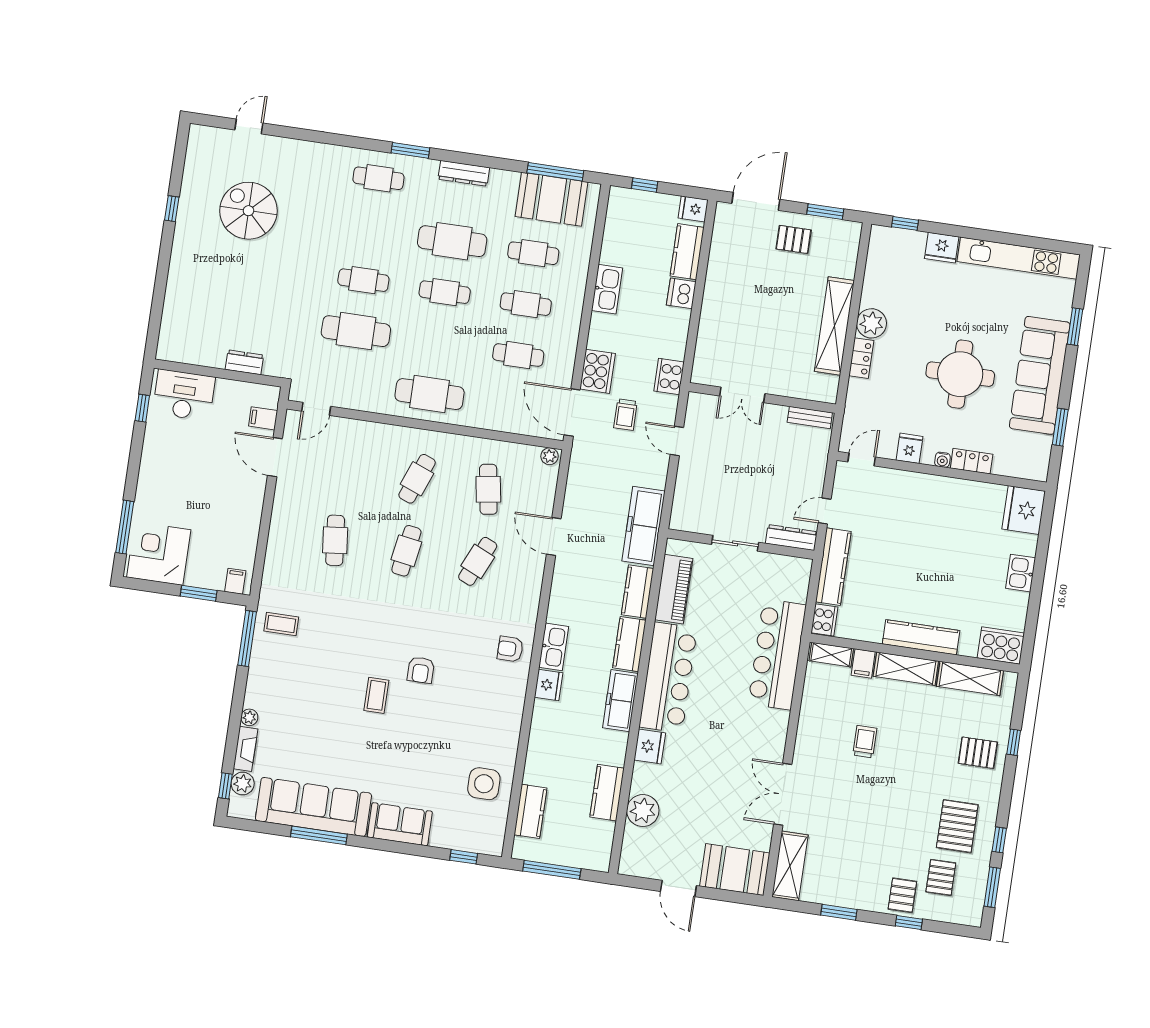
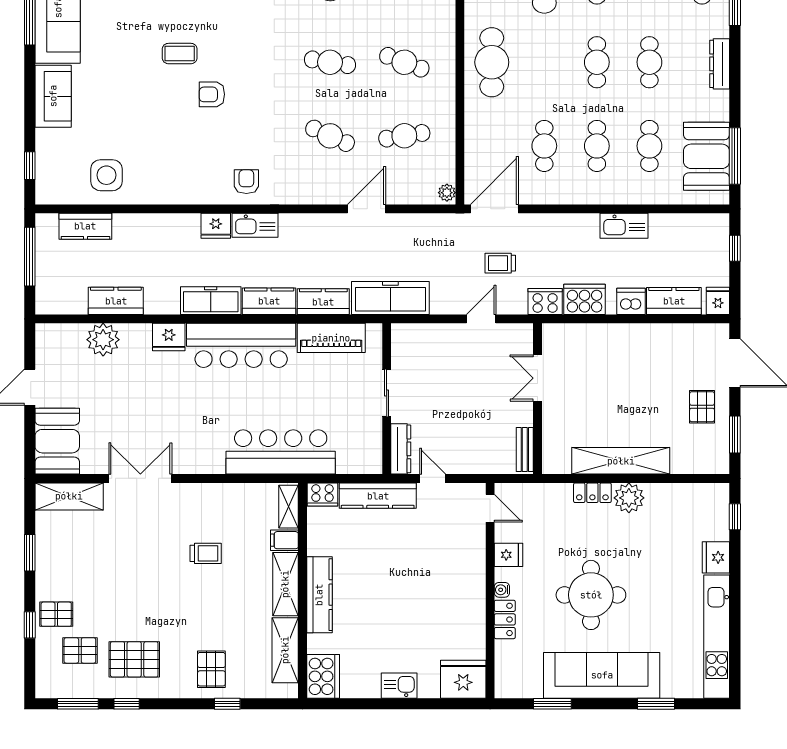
cafe table: (452, 241) -> (649, 62), width x0.73, depth x0.74
cooker: (598, 371) -> (585, 299), moved, turned 180

